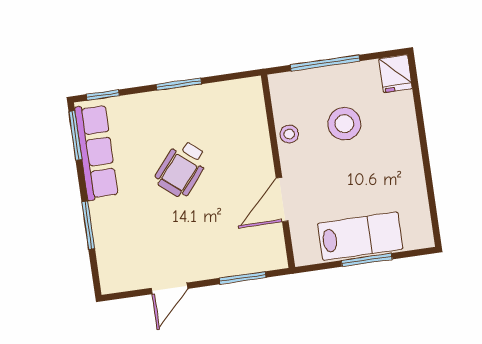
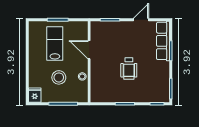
row of seats: (96, 152) -> (163, 41), moved
wheelchair: (182, 169) -> (129, 68), turned 140
door: (282, 200) -> (89, 50), swing flipped
lab bench: (360, 236) -> (55, 44), moved, turned 90

